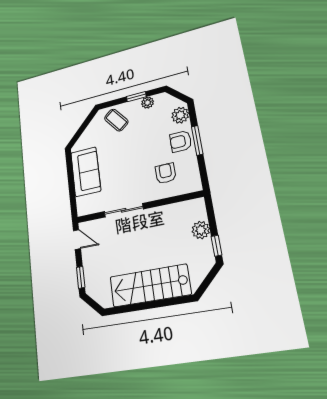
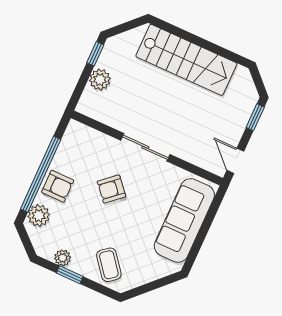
window: (197, 140) -> (41, 174), width x2.11
sofa: (86, 172) -> (184, 220), width x1.36
armchair: (166, 173) -> (112, 189), moved, turned 49
sliding door: (124, 210) -> (145, 147), moved

